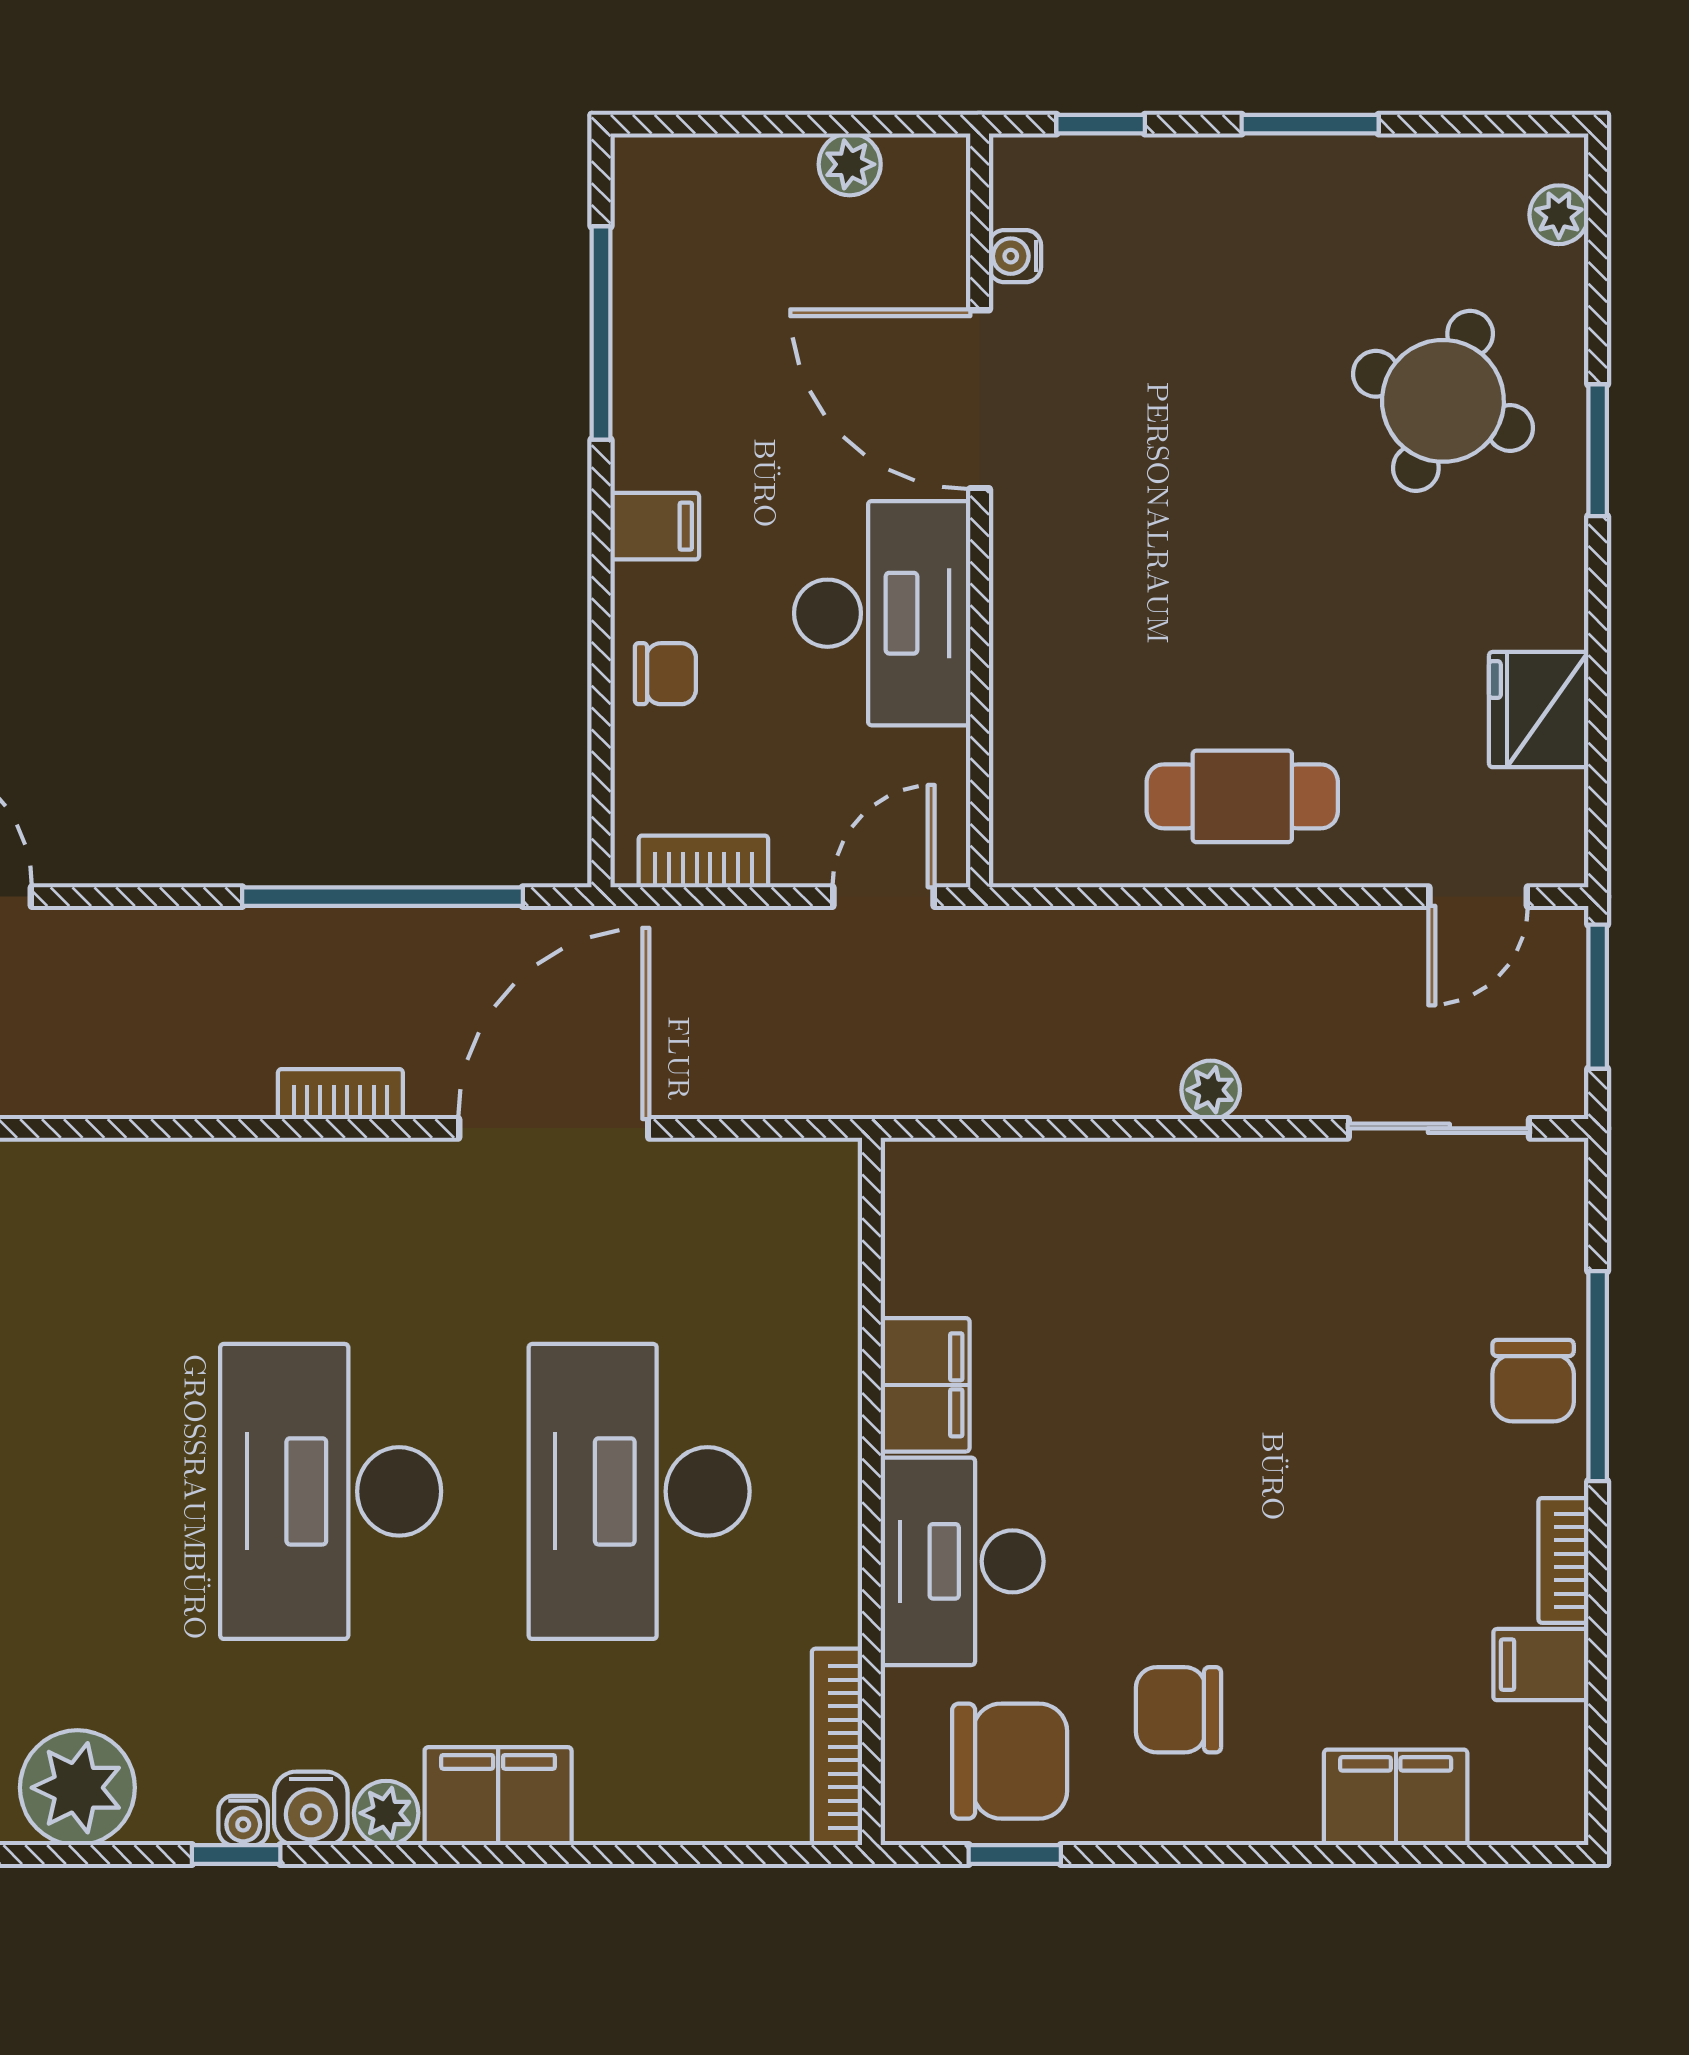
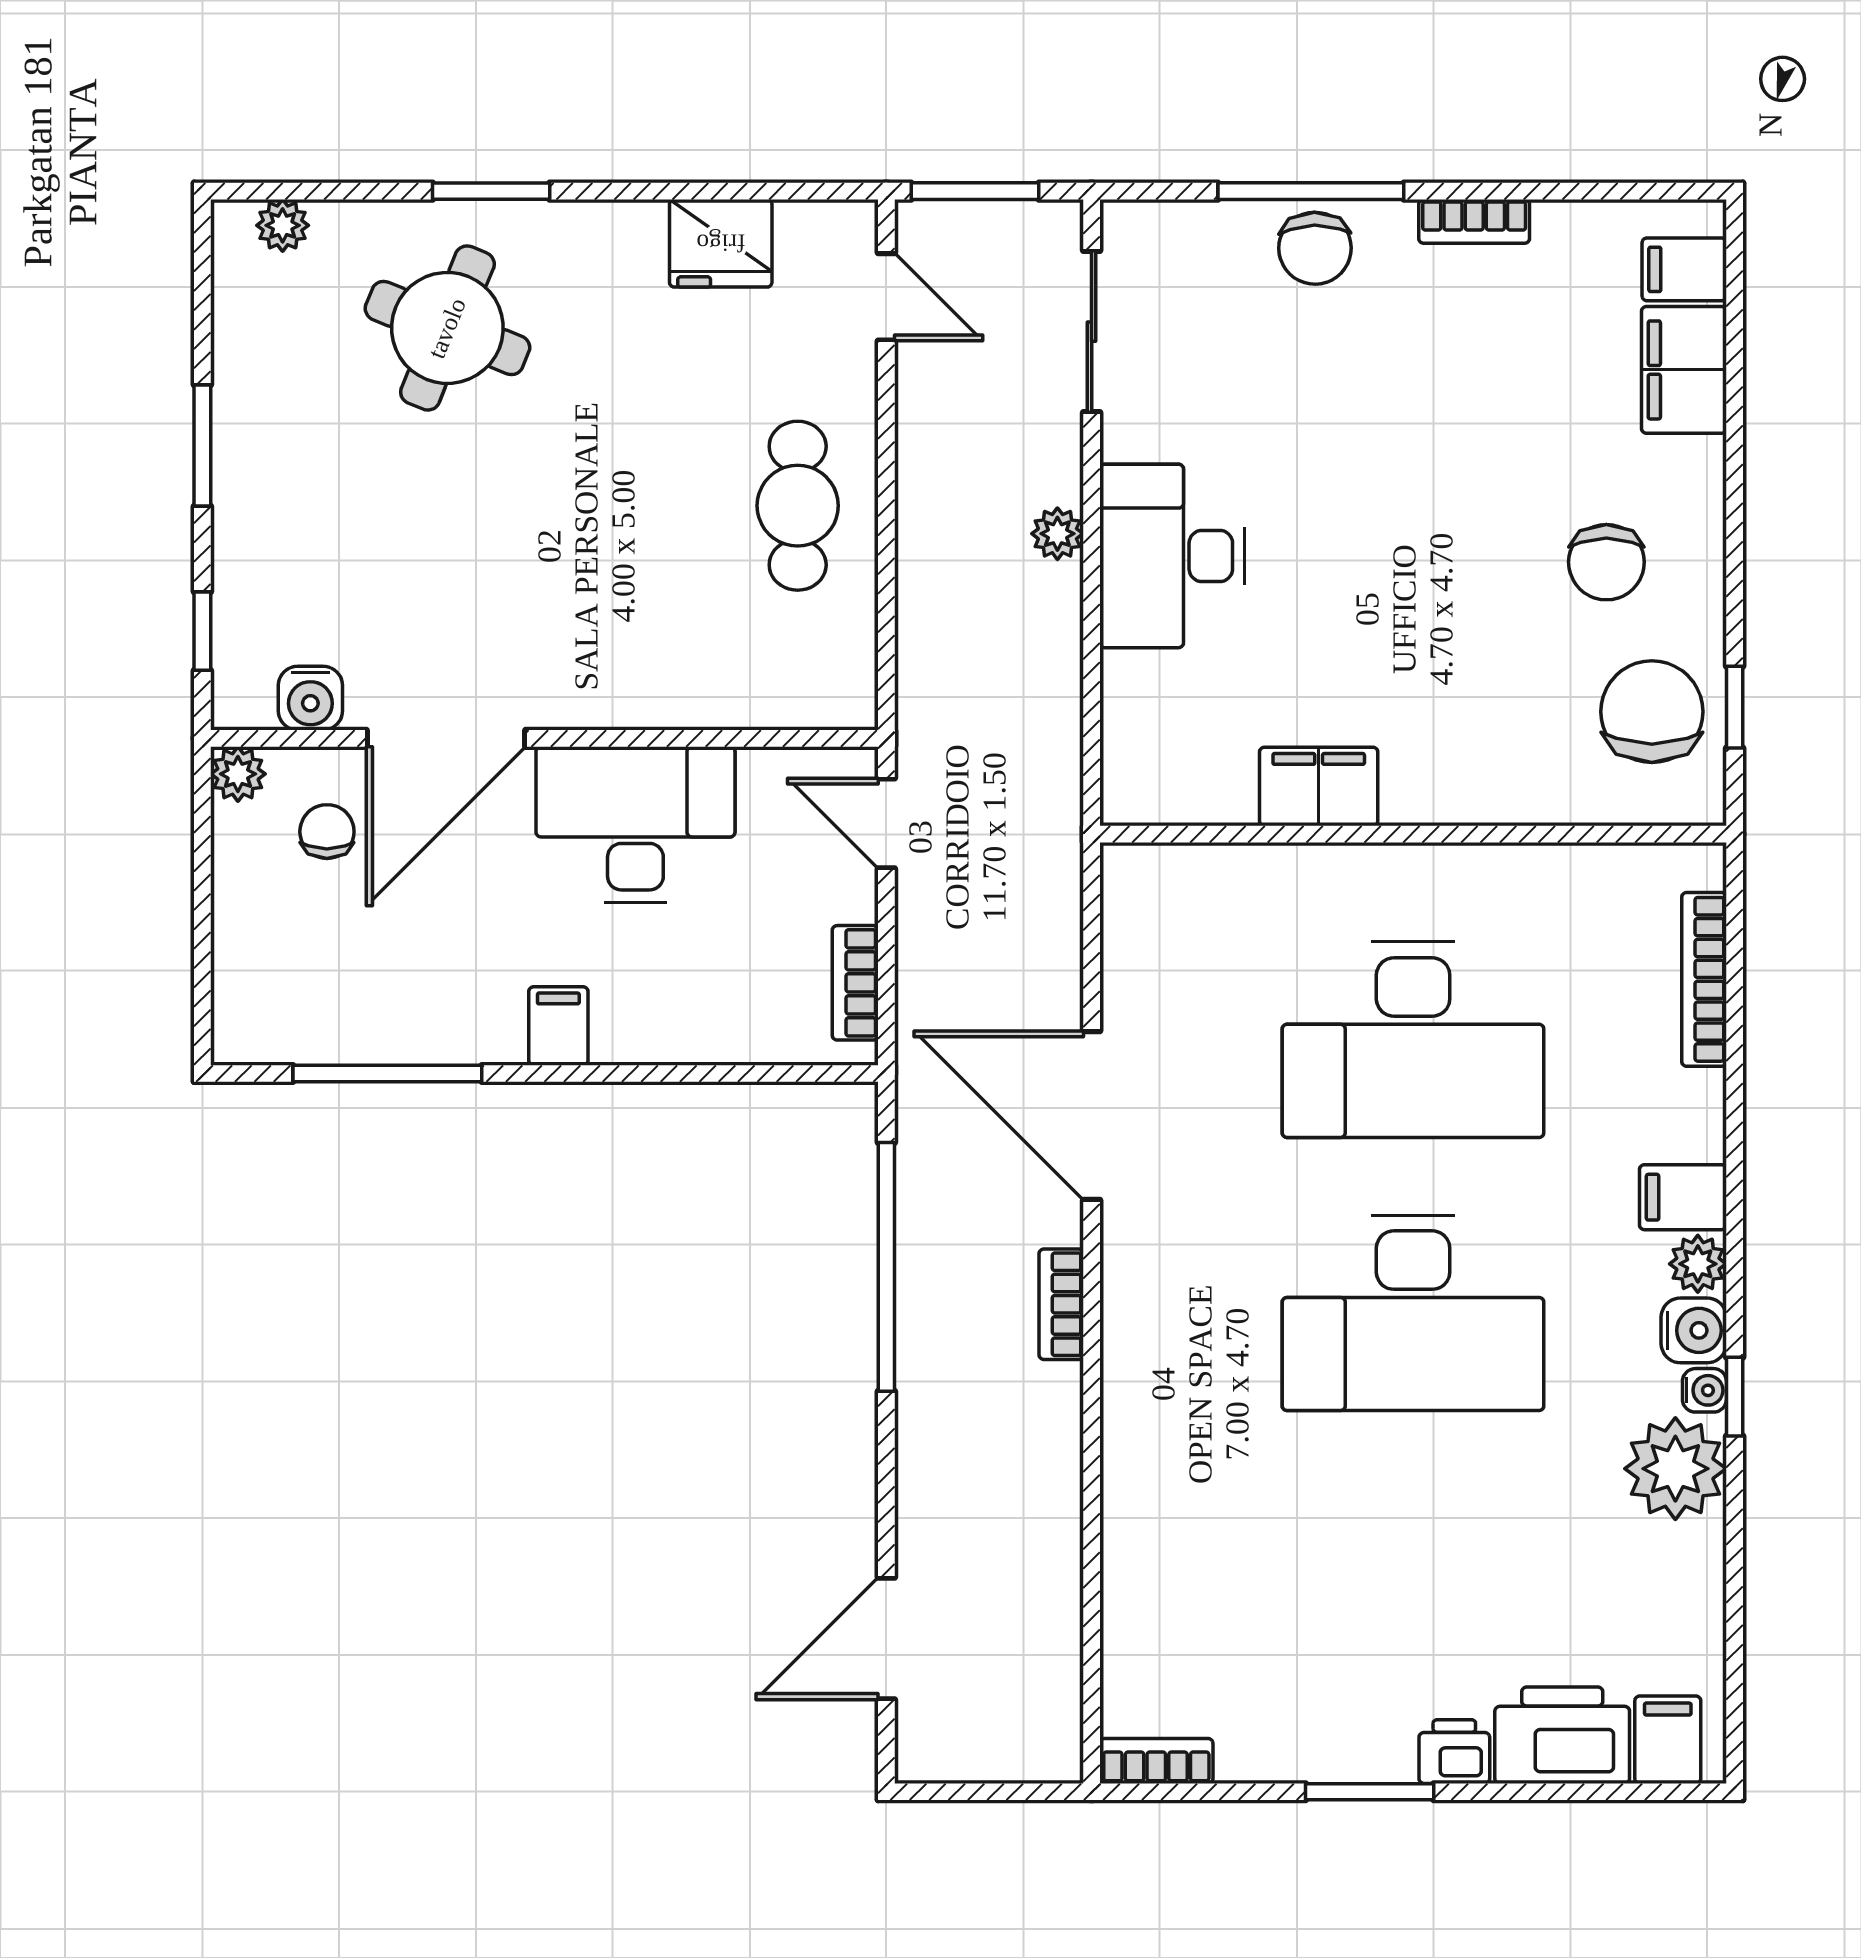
plant: (850, 164) -> (238, 774), moved
water cooler: (1015, 256) -> (310, 698), width x1.38, depth x1.38
chair: (665, 674) -> (327, 832), moved
chair: (1533, 1381) -> (1315, 248), turned 89
desk: (962, 1561) -> (1172, 556), moved, turned 90
filing cabinet: (1541, 1665) -> (1684, 269), moved, turned 90
bookcase: (837, 1747) -> (1704, 979), moved, turned 90
plant: (77, 1788) -> (1675, 1469), moved
filing cabinet: (498, 1796) -> (1683, 1197), width x0.50

